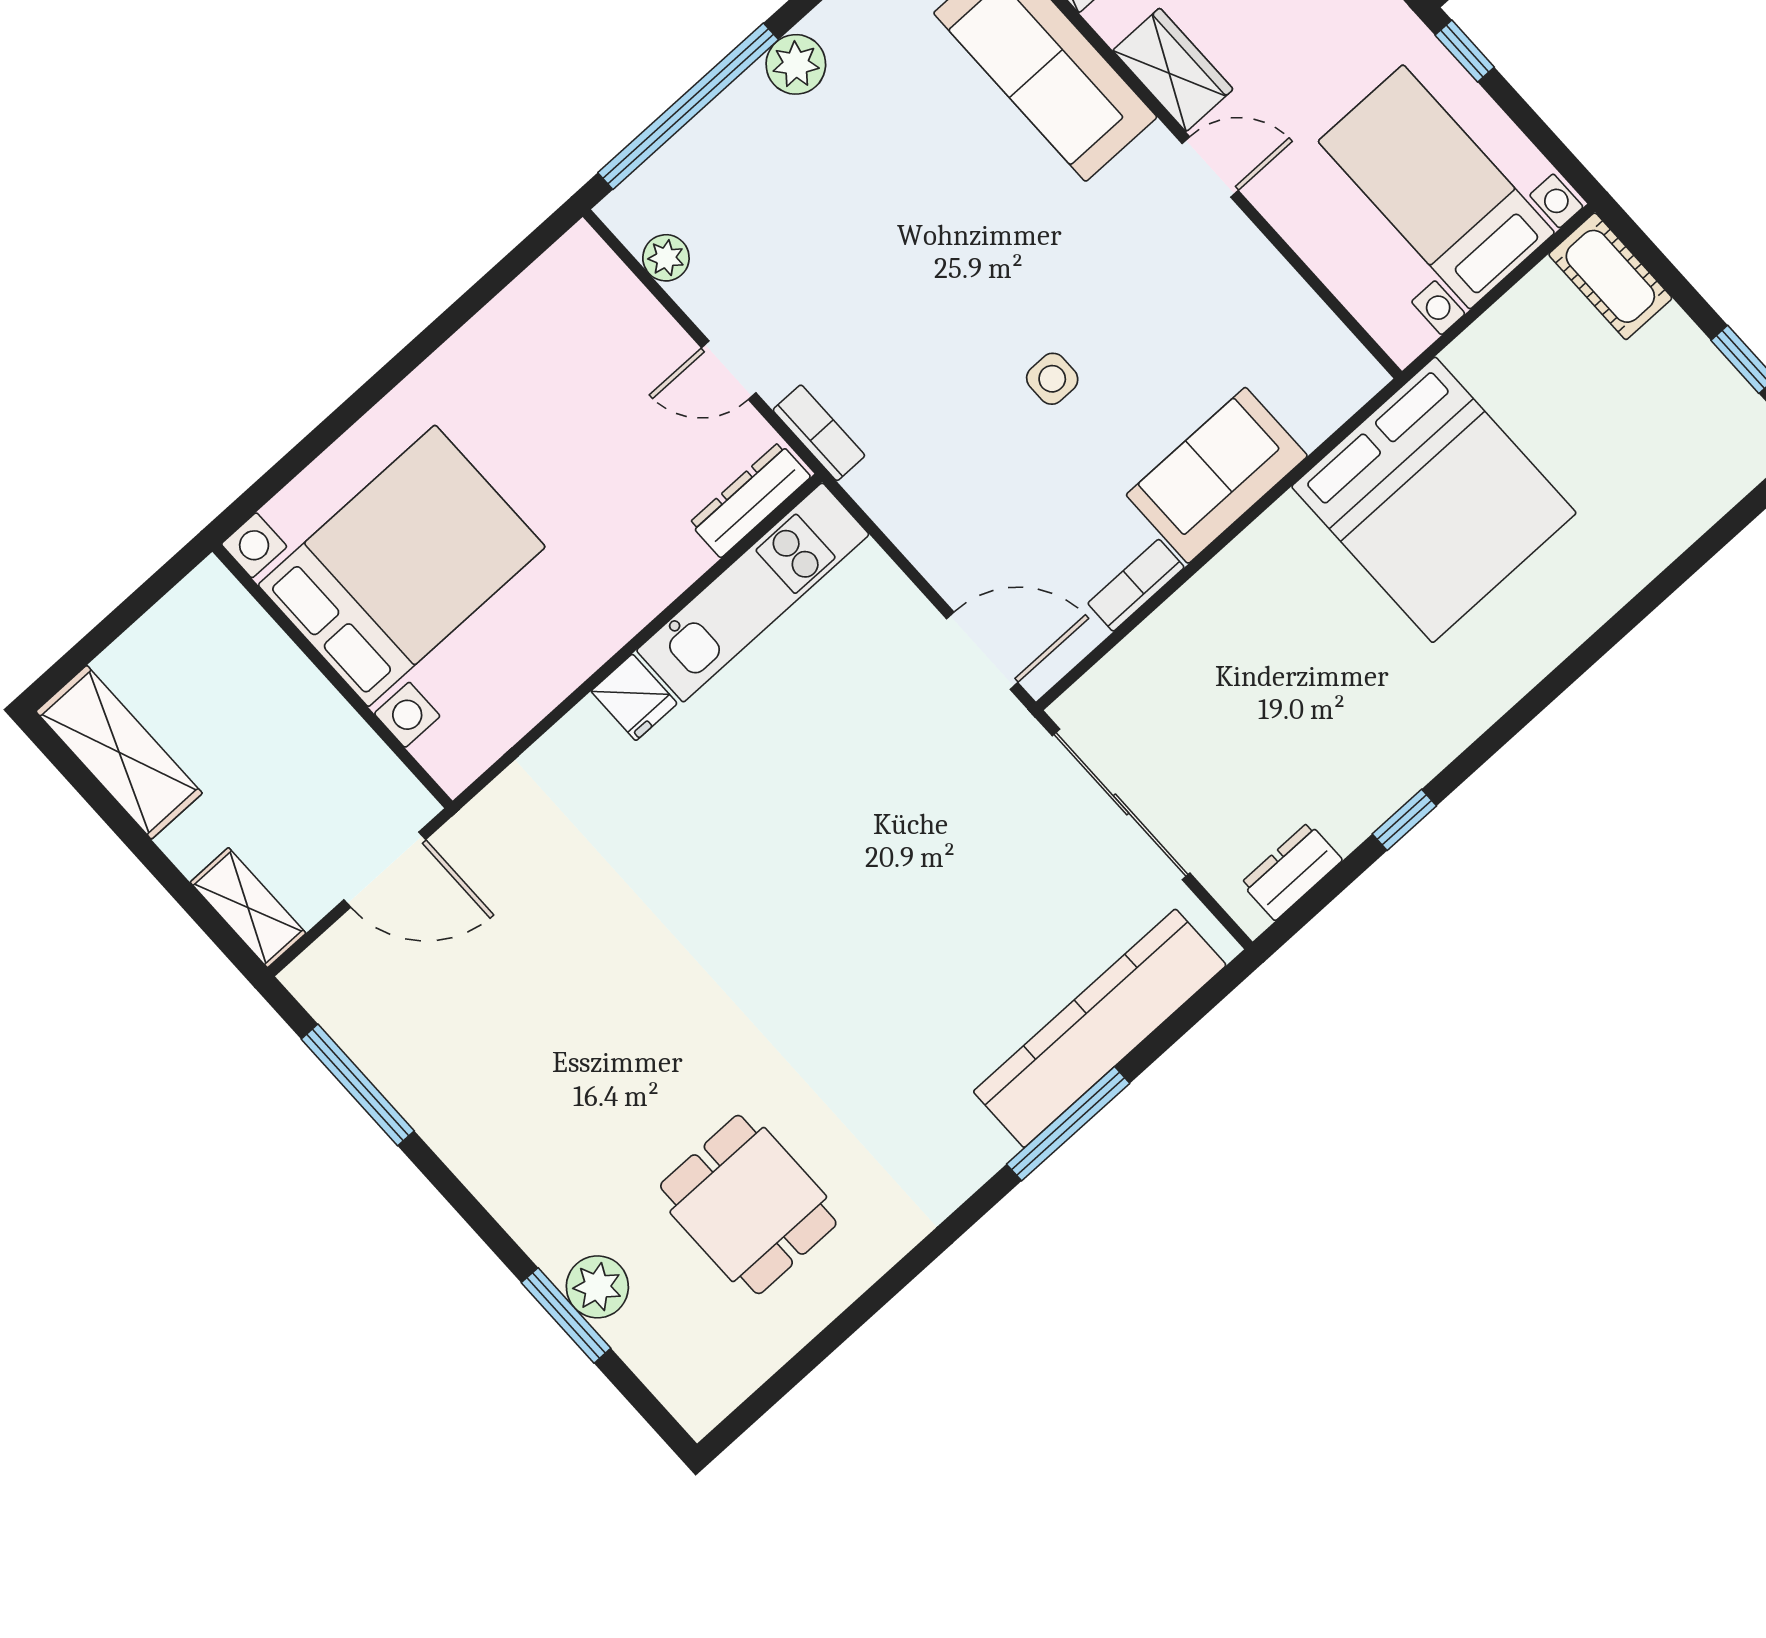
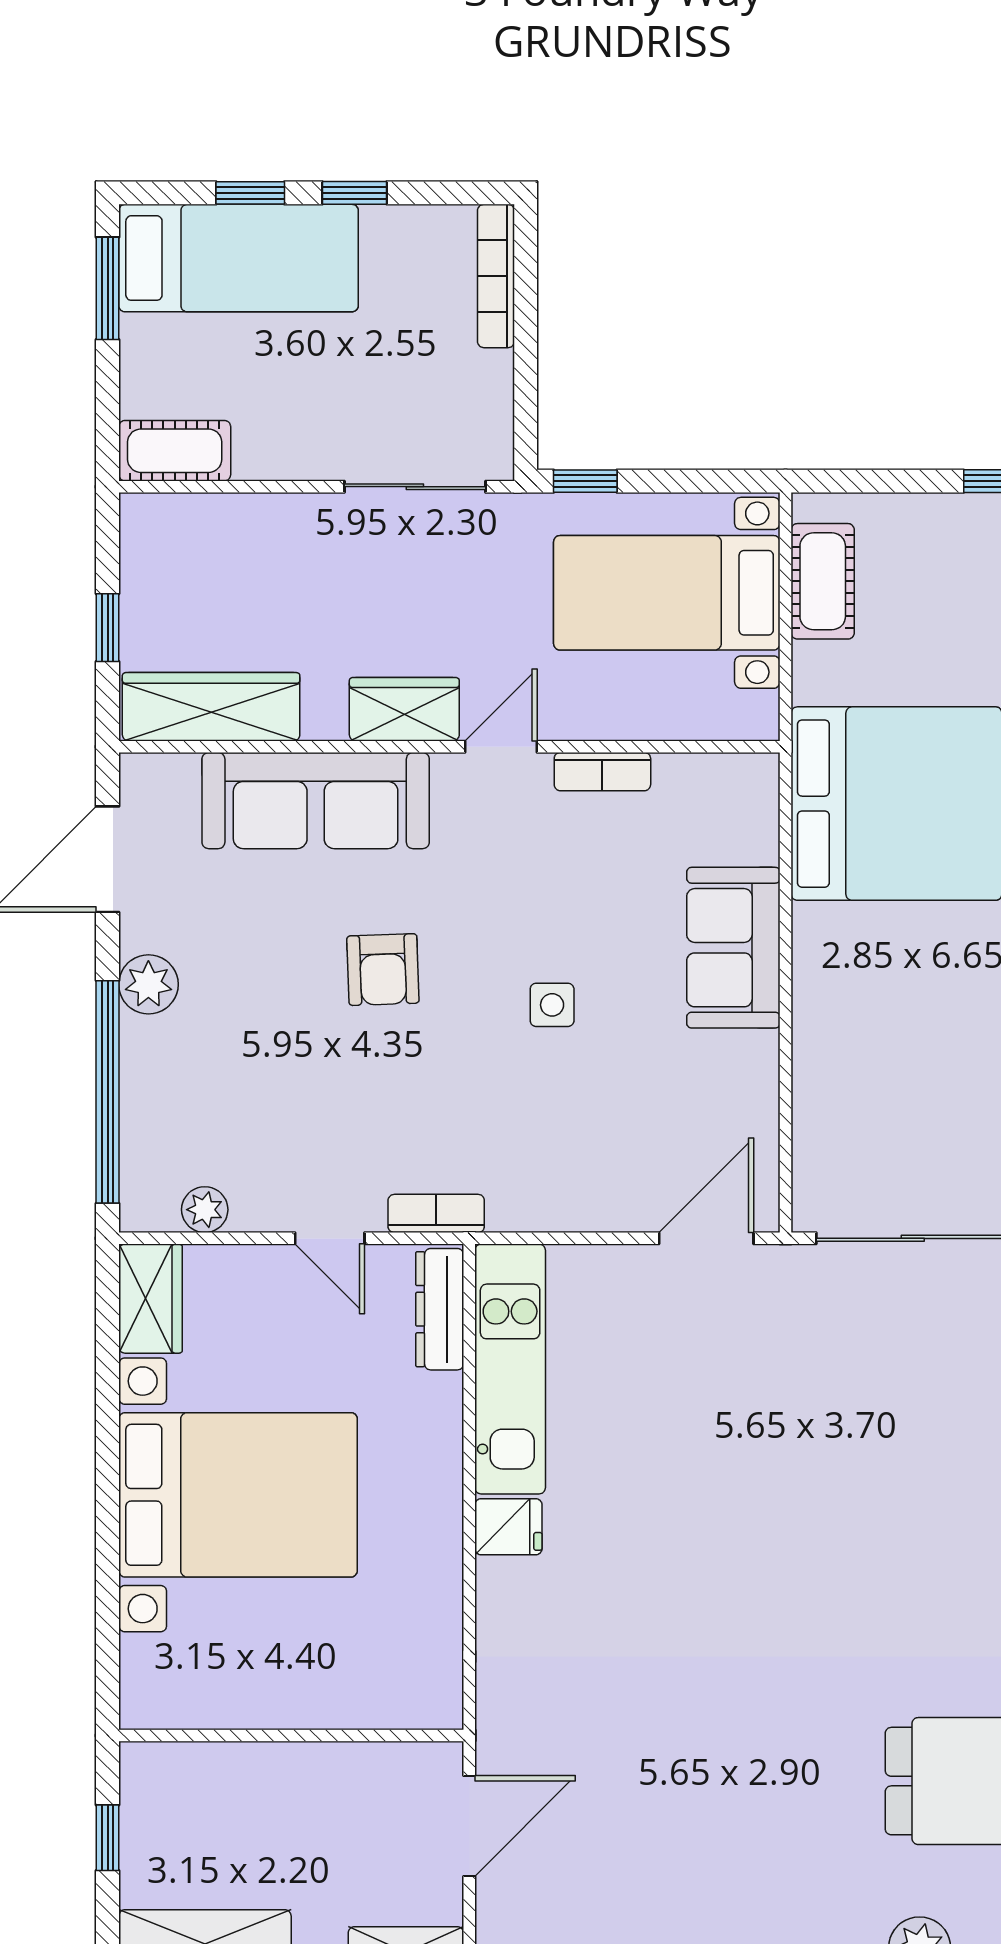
armchair: (965, 229) -> (383, 970), added
cot: (1610, 276) -> (823, 581), moved, turned 90
wardrobe: (563, 277) -> (151, 1299), added
door: (729, 370) -> (330, 1238), hinge flipped
bed with nightstands: (402, 566) -> (238, 1495), moved, turned 90
bookcase: (1136, 585) -> (602, 772), moved, turned -90
window: (133, 608) -> (108, 1838), added

